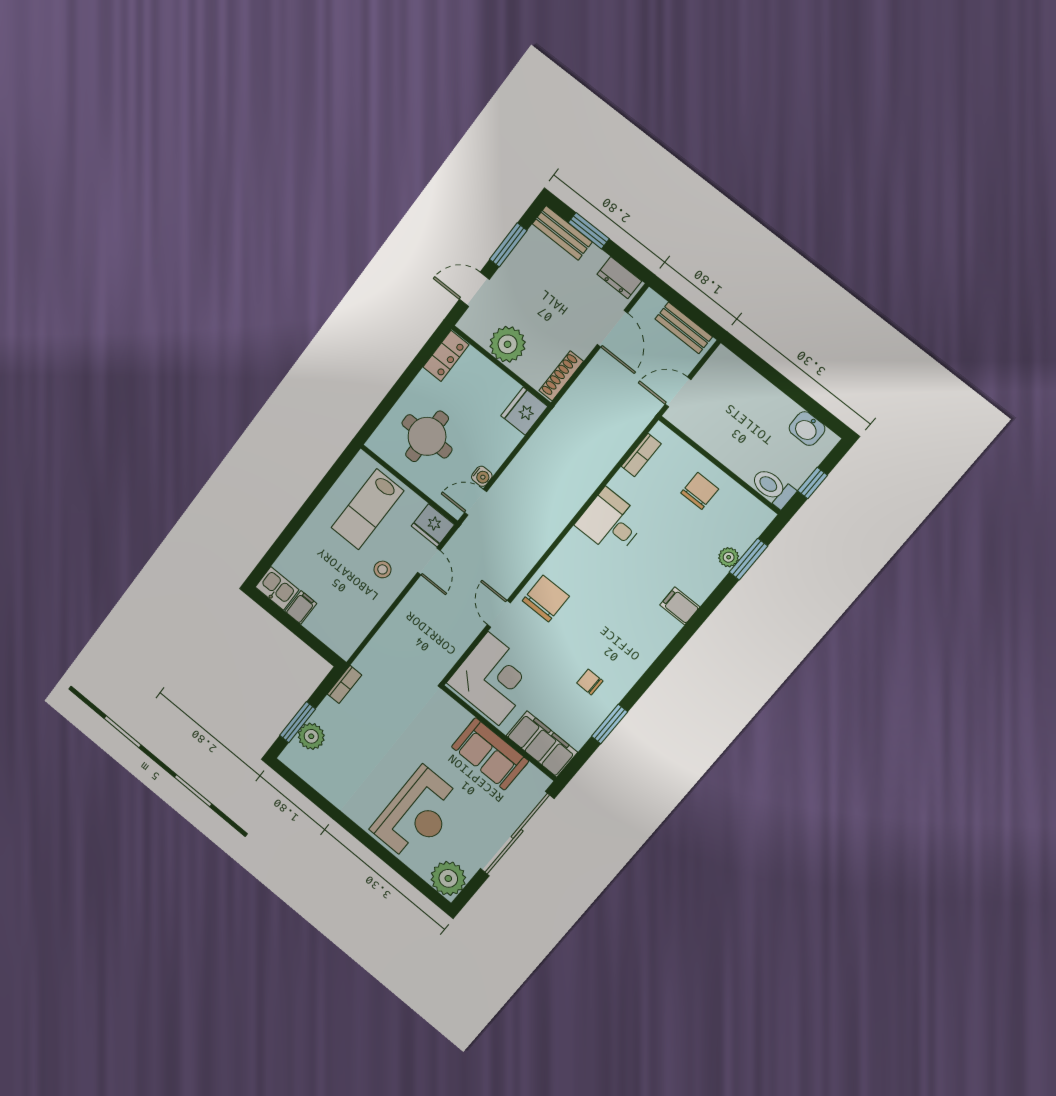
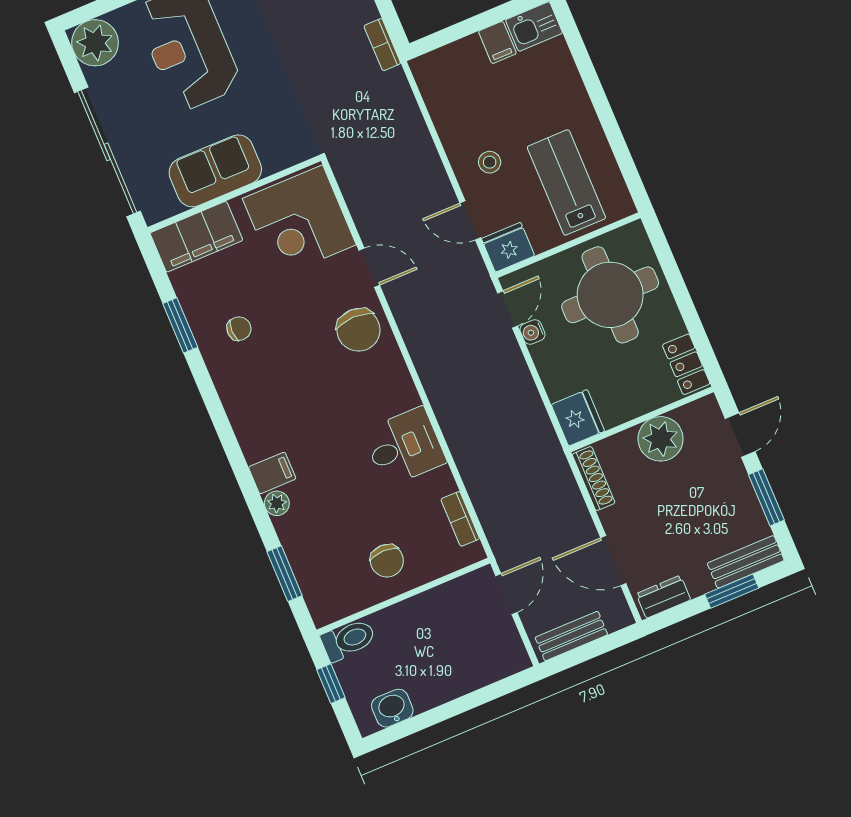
round table: (427, 436) -> (610, 295), width x1.36, depth x1.36
plant: (729, 557) -> (277, 503), moved

